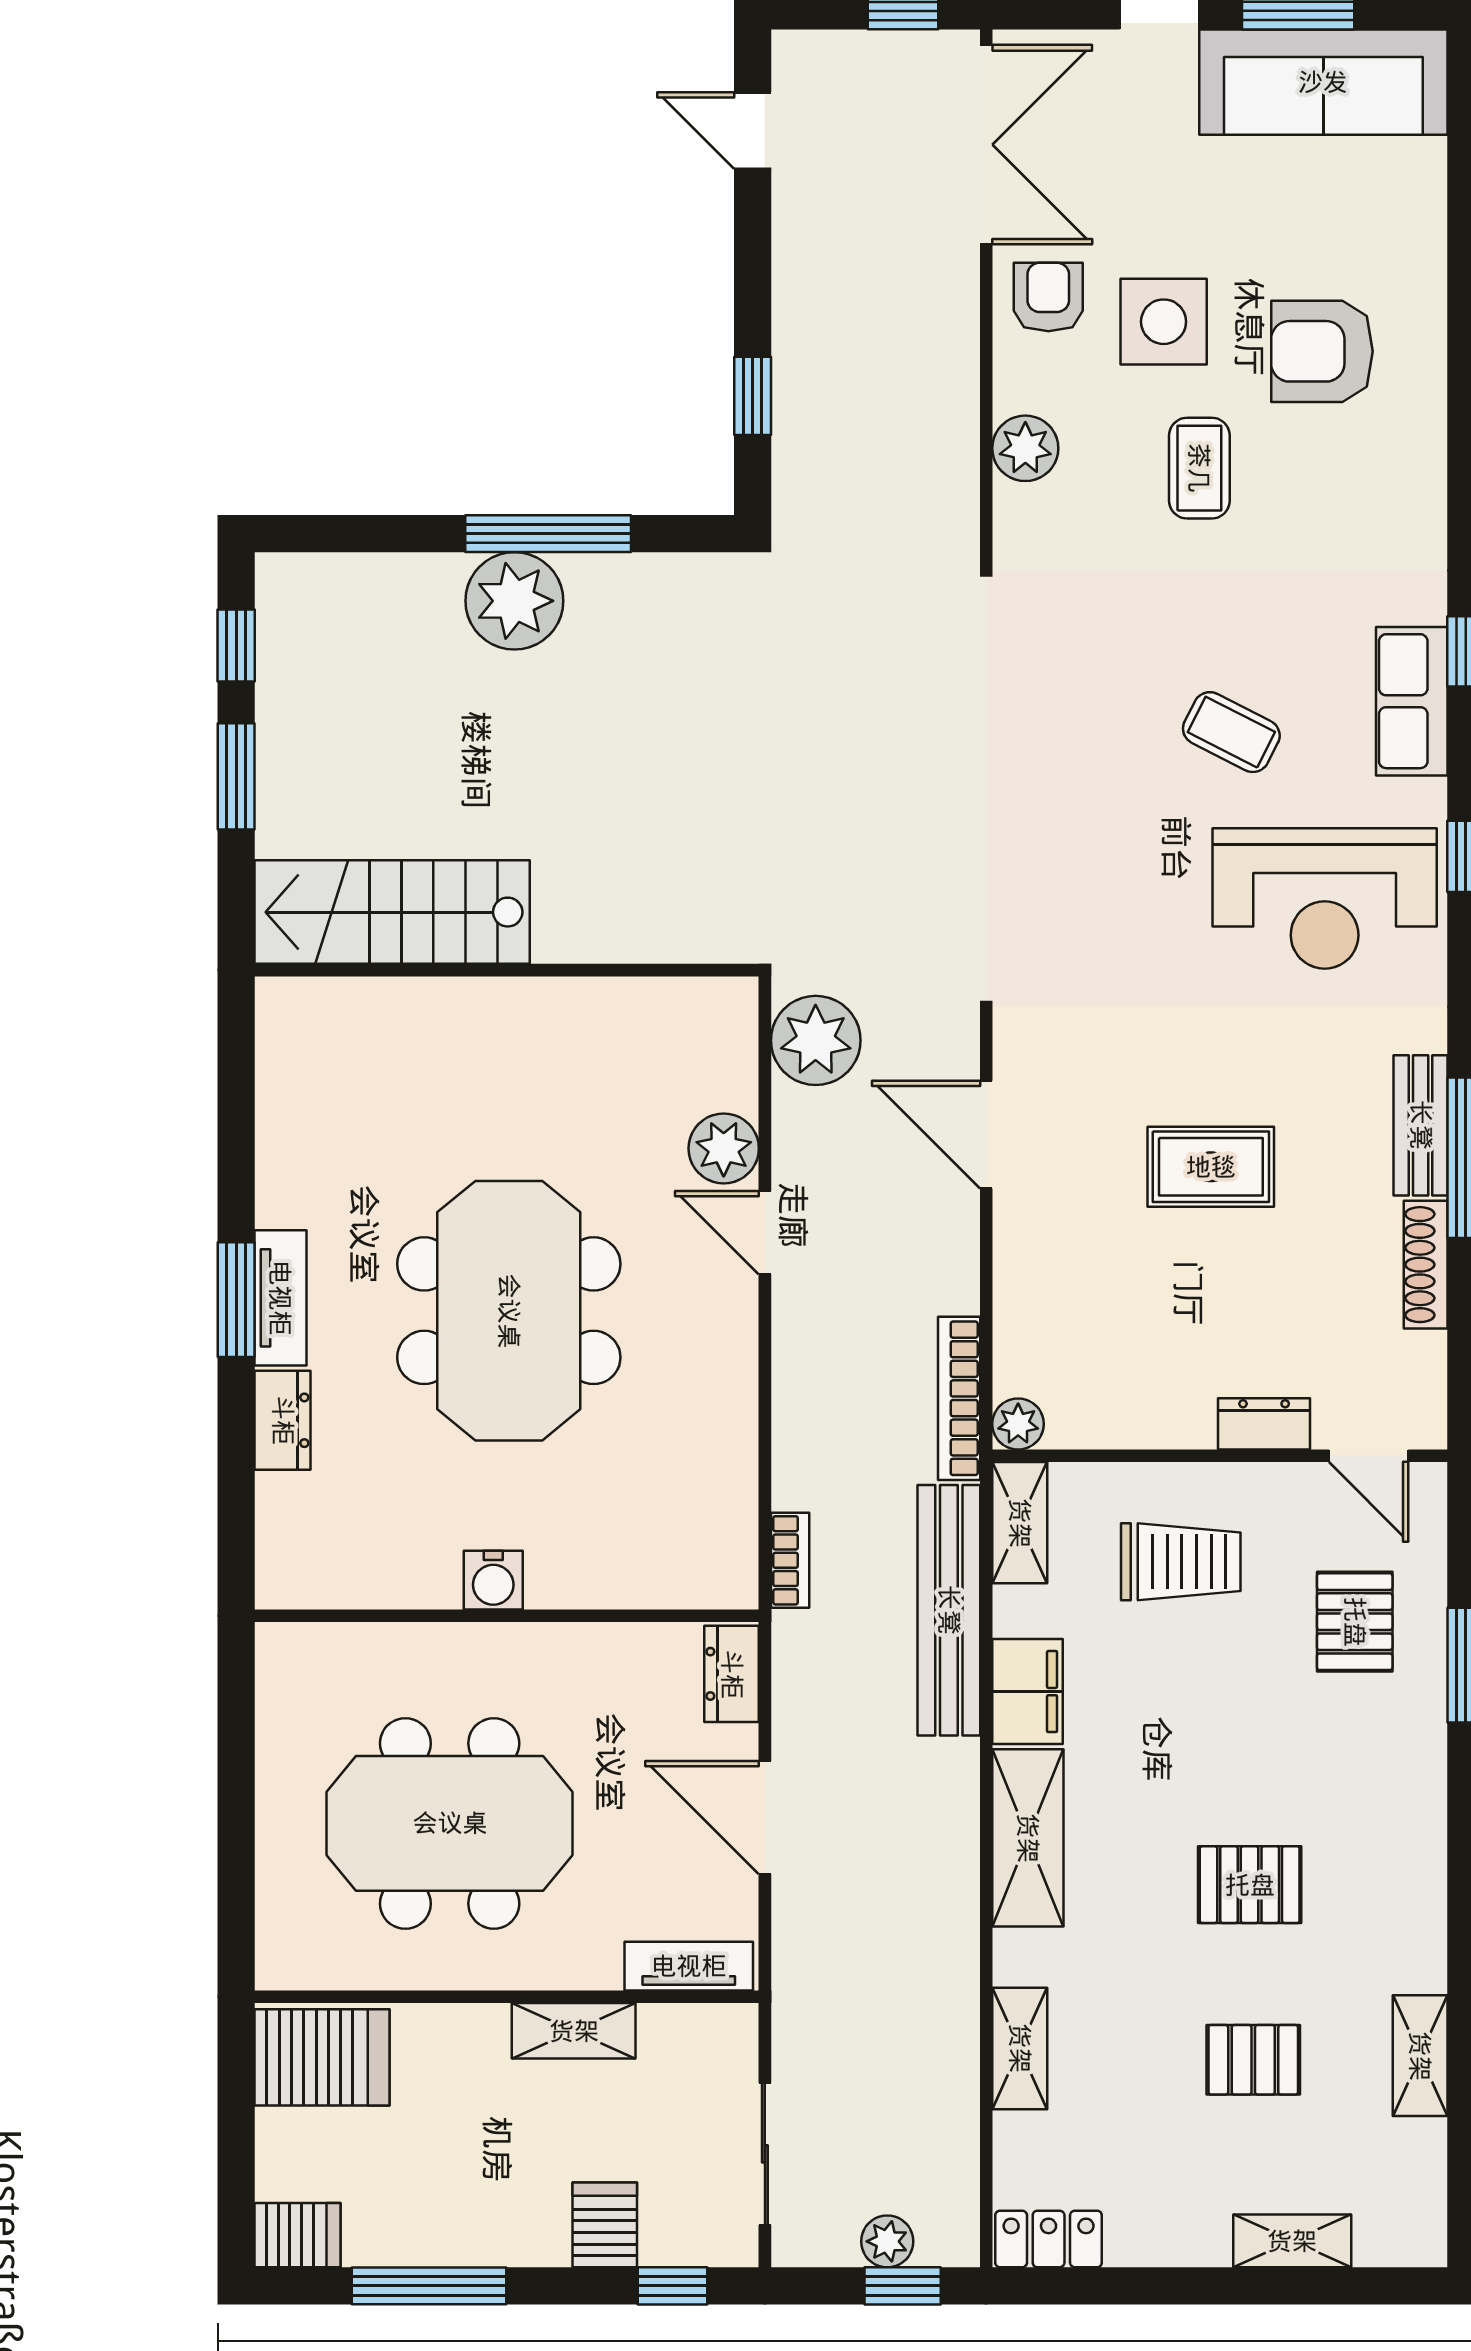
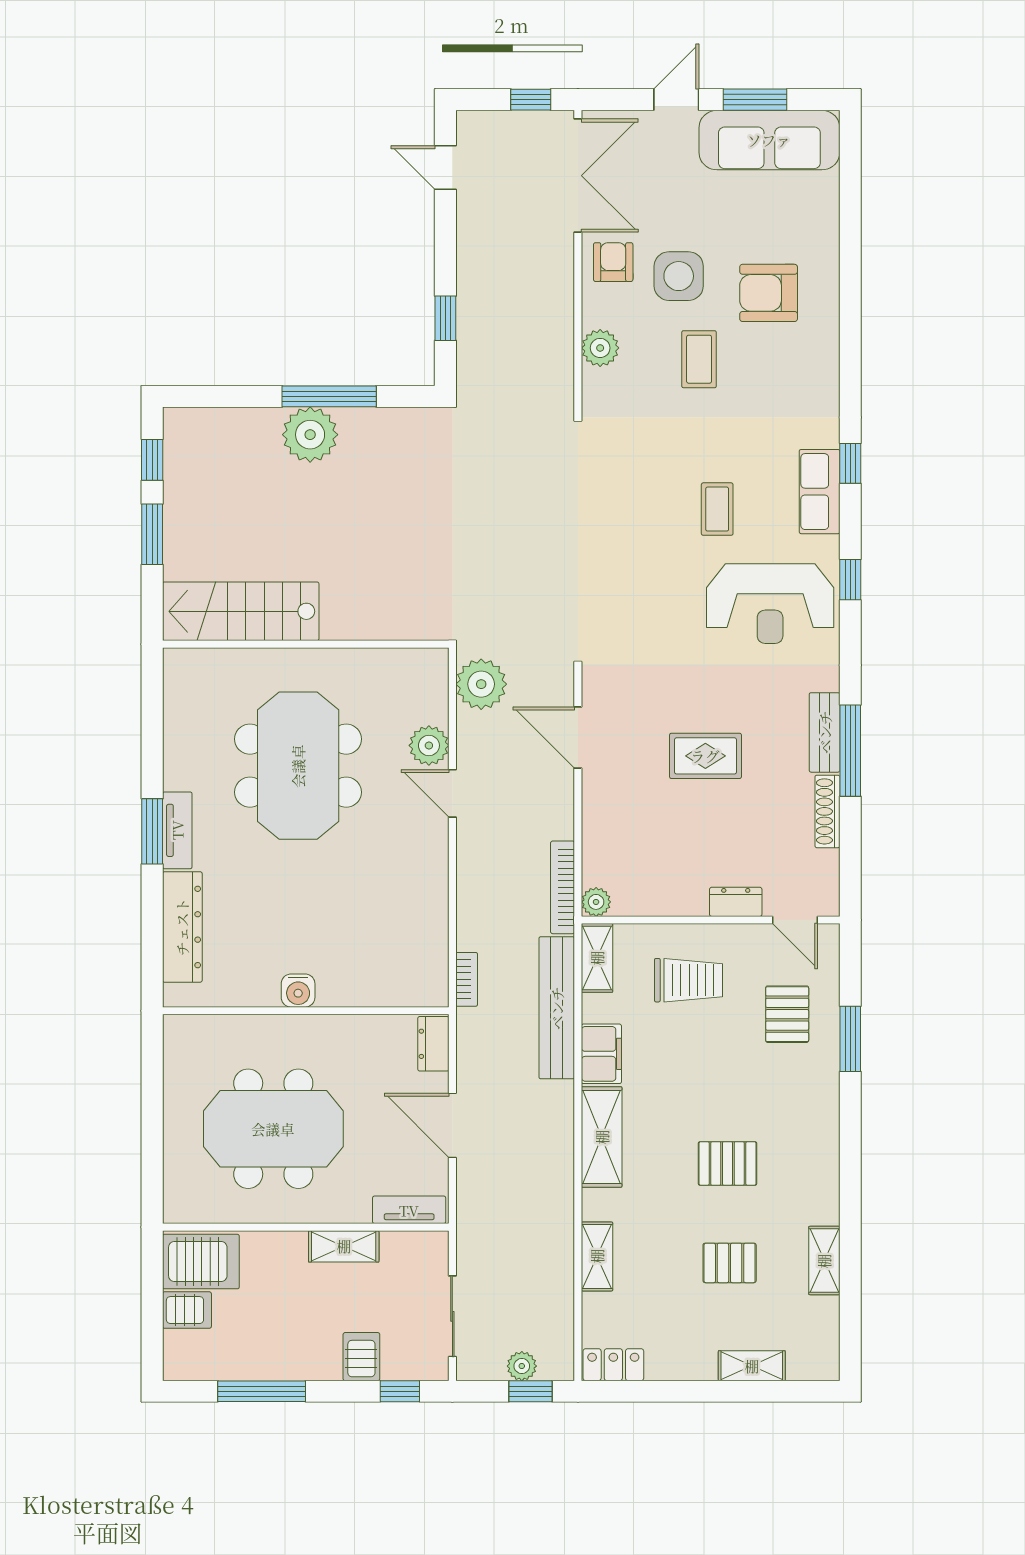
coffee table: (1231, 732) -> (717, 509), turned 63
meeting table: (509, 1311) -> (298, 766), moved
dresser: (283, 1420) -> (182, 927), width x1.96, depth x1.24
server rack: (297, 2235) -> (187, 1310), moved

